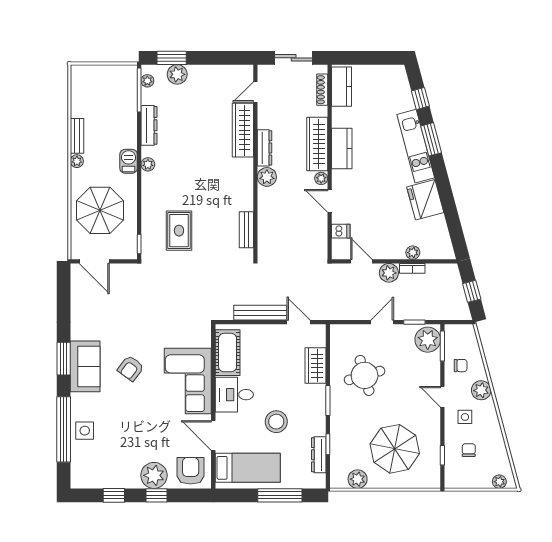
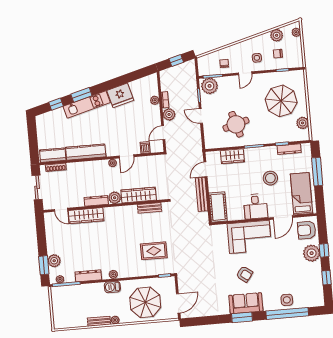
wardrobe: (317, 144) -> (139, 195), moved, turned 180
kitchen counter: (342, 148) -> (86, 152), width x1.50
cot: (228, 353) -> (218, 207), moved, turned 90
plant: (481, 390) -> (277, 35), moved

